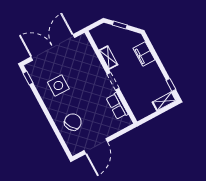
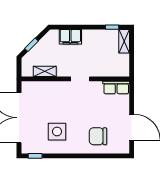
shelving: (108, 57) -> (45, 71), moved
row of seats: (117, 106) -> (116, 87), moved
chair: (73, 122) -> (98, 136), turned -56

